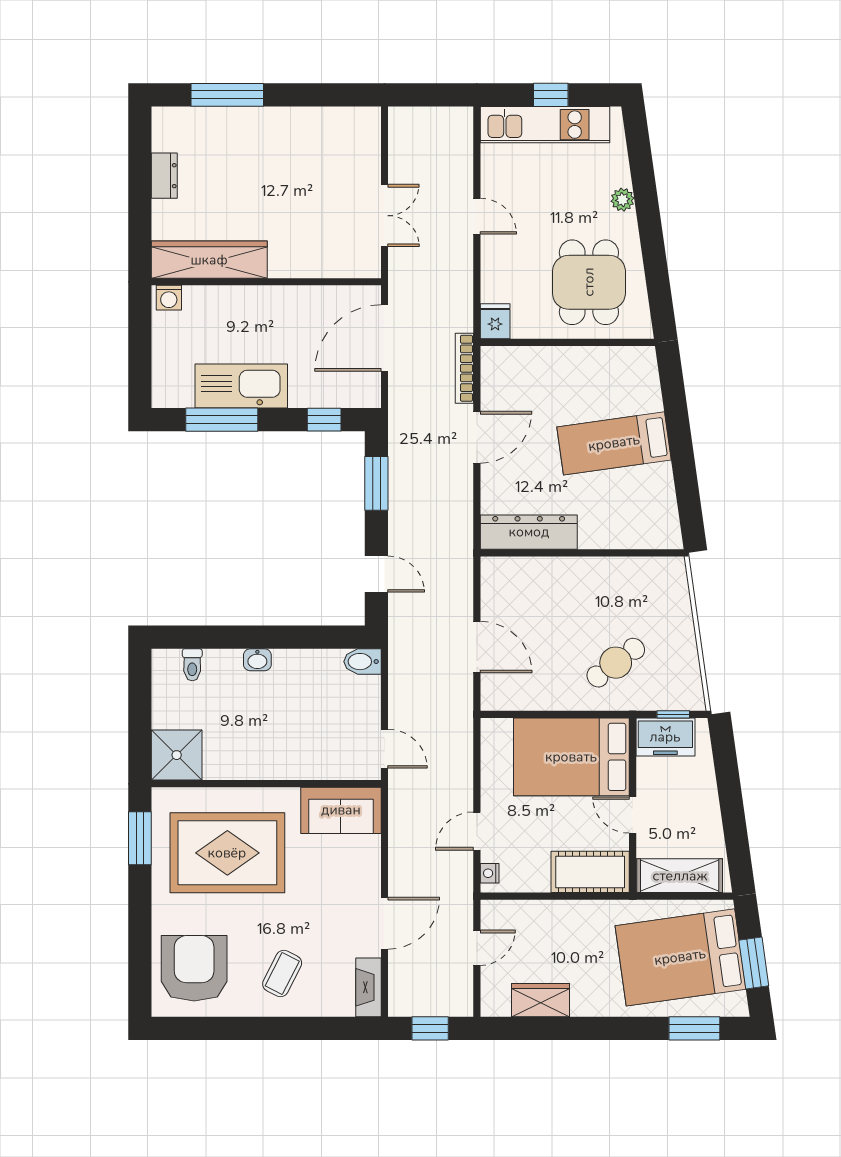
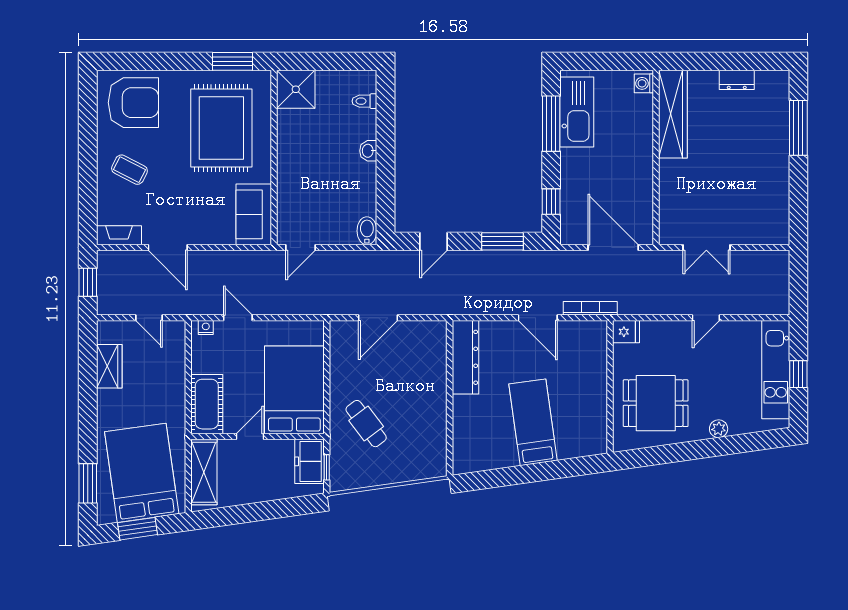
kitchen sink: (241, 386) -> (577, 112), moved

